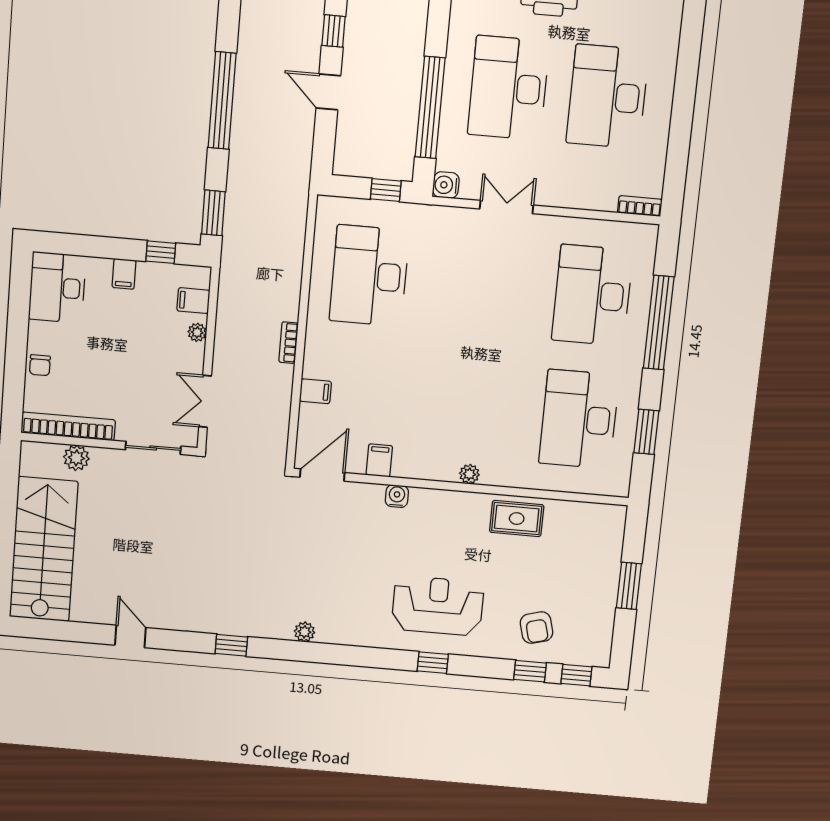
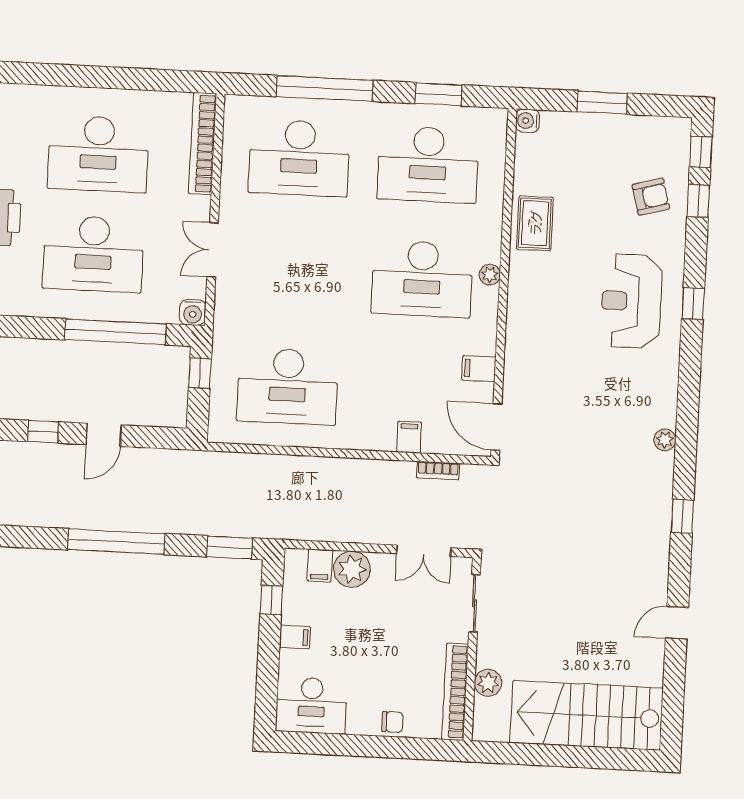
bookcase: (640, 206) -> (203, 144), width x2.31, depth x1.31
plant: (197, 332) -> (352, 569), width x1.88, depth x1.88
bookcase: (289, 343) -> (438, 471), moved
desk: (469, 410) -> (422, 279), added
water cooler: (397, 496) -> (527, 121), moved

